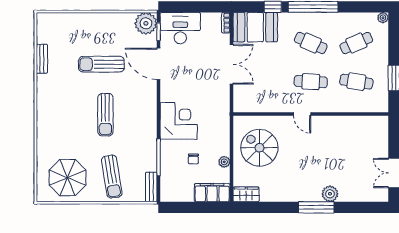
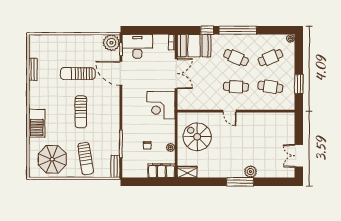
corner desk: (179, 121) -> (161, 105), moved, turned 180
barbecue: (47, 130) -> (37, 123), added

